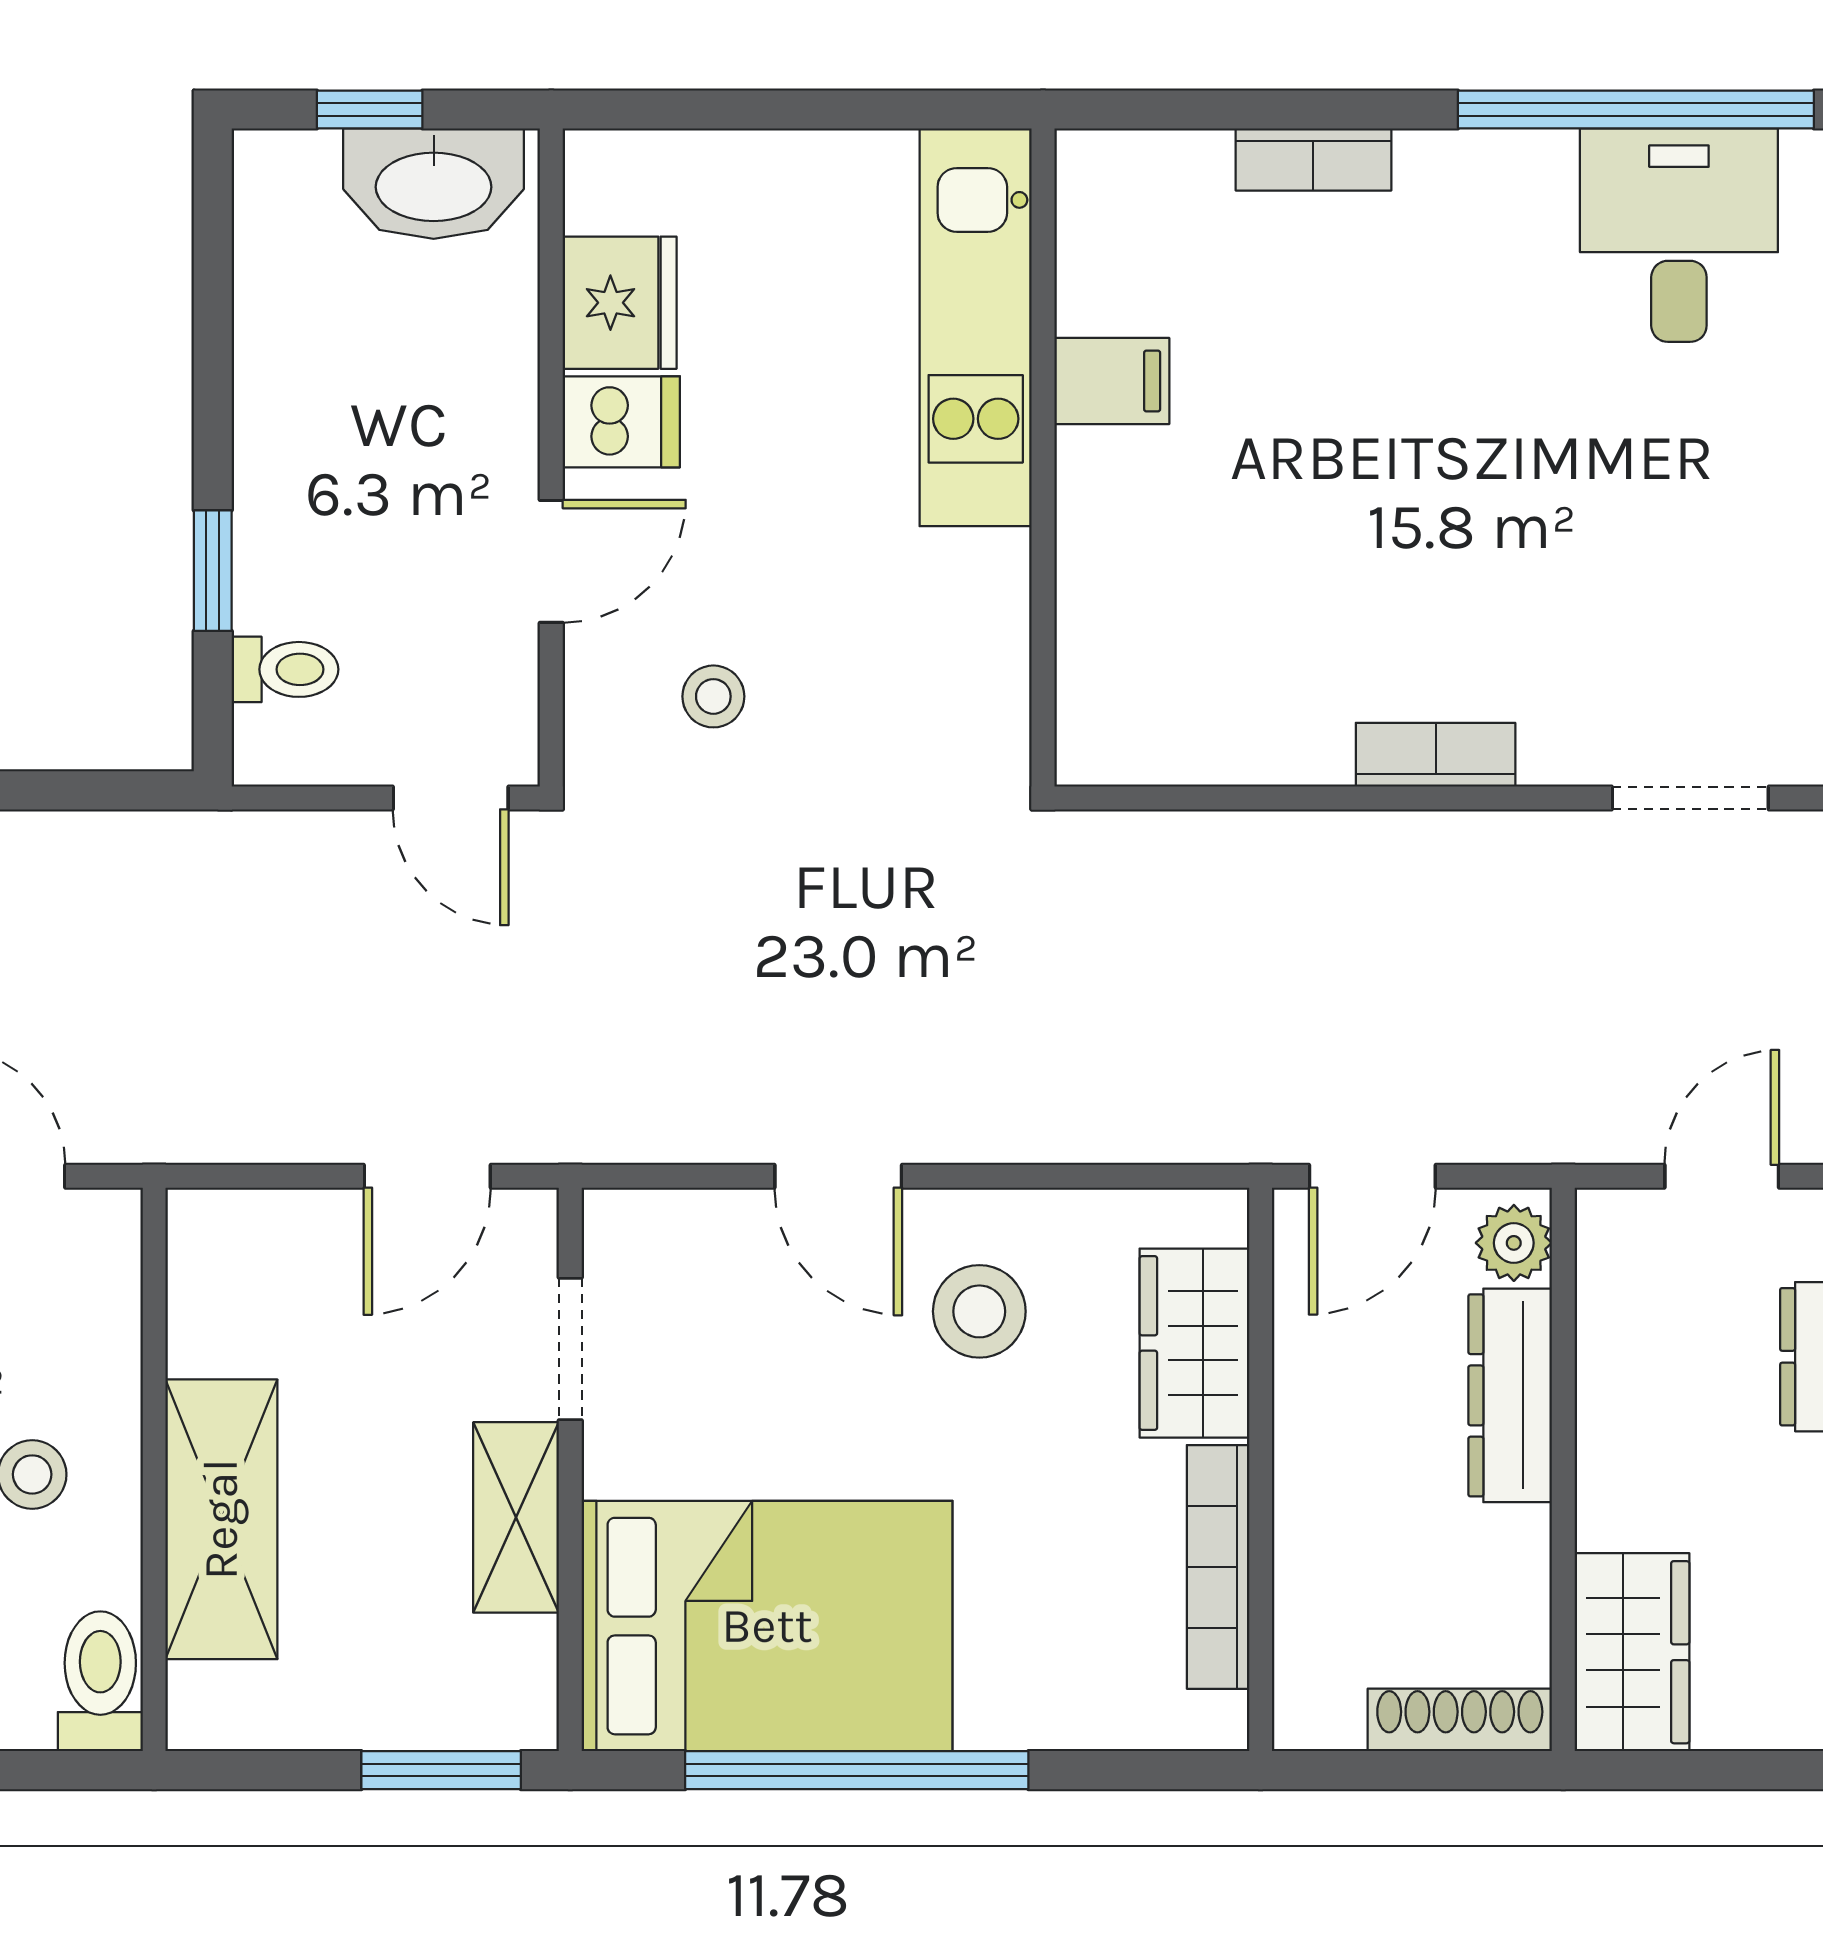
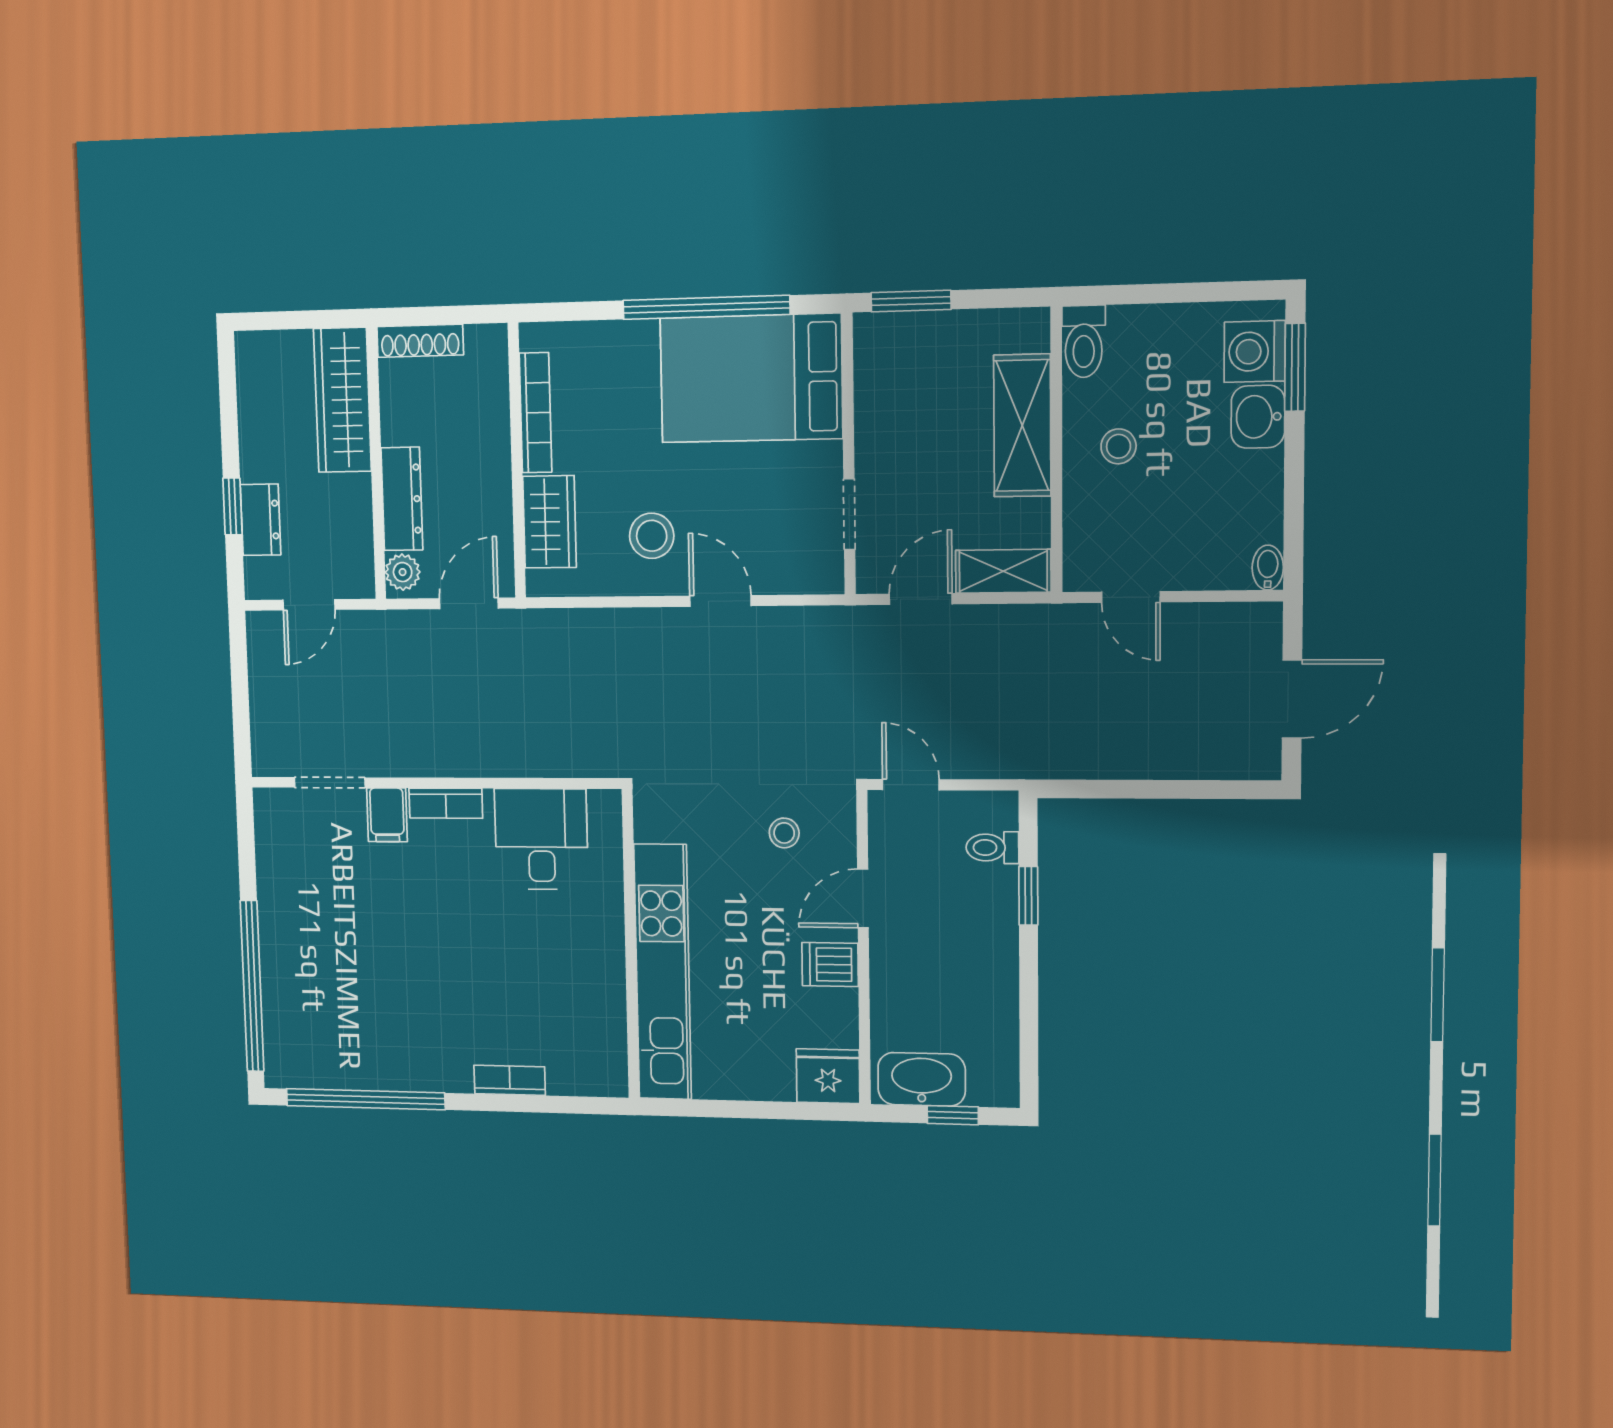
desk: (1679, 235) -> (541, 839), moved, turned 180
fridge: (620, 303) -> (828, 1076), moved, turned 90
kitchen unit: (976, 327) -> (663, 972), width x1.36
filing cabinet: (1112, 381) -> (387, 815), moved, turned -90
shelving: (516, 1517) -> (1003, 571), moved, turned 90
wardrobe: (1632, 1652) -> (342, 400), width x1.50

